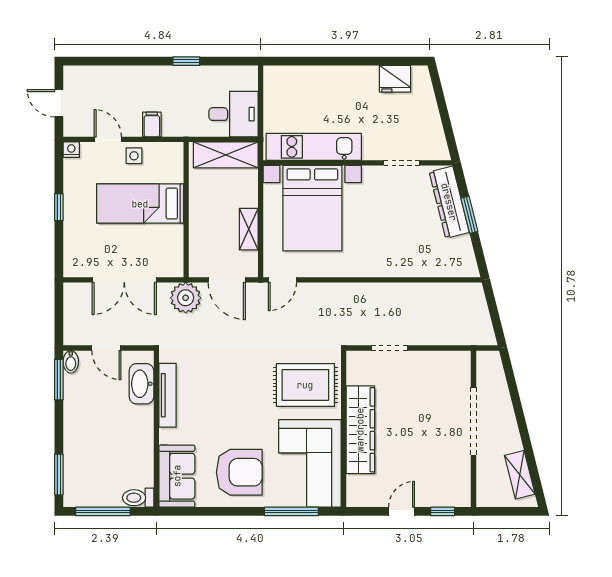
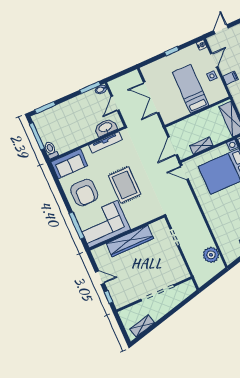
plant: (186, 298) -> (211, 255), moved
rug: (305, 385) -> (125, 185), moved

